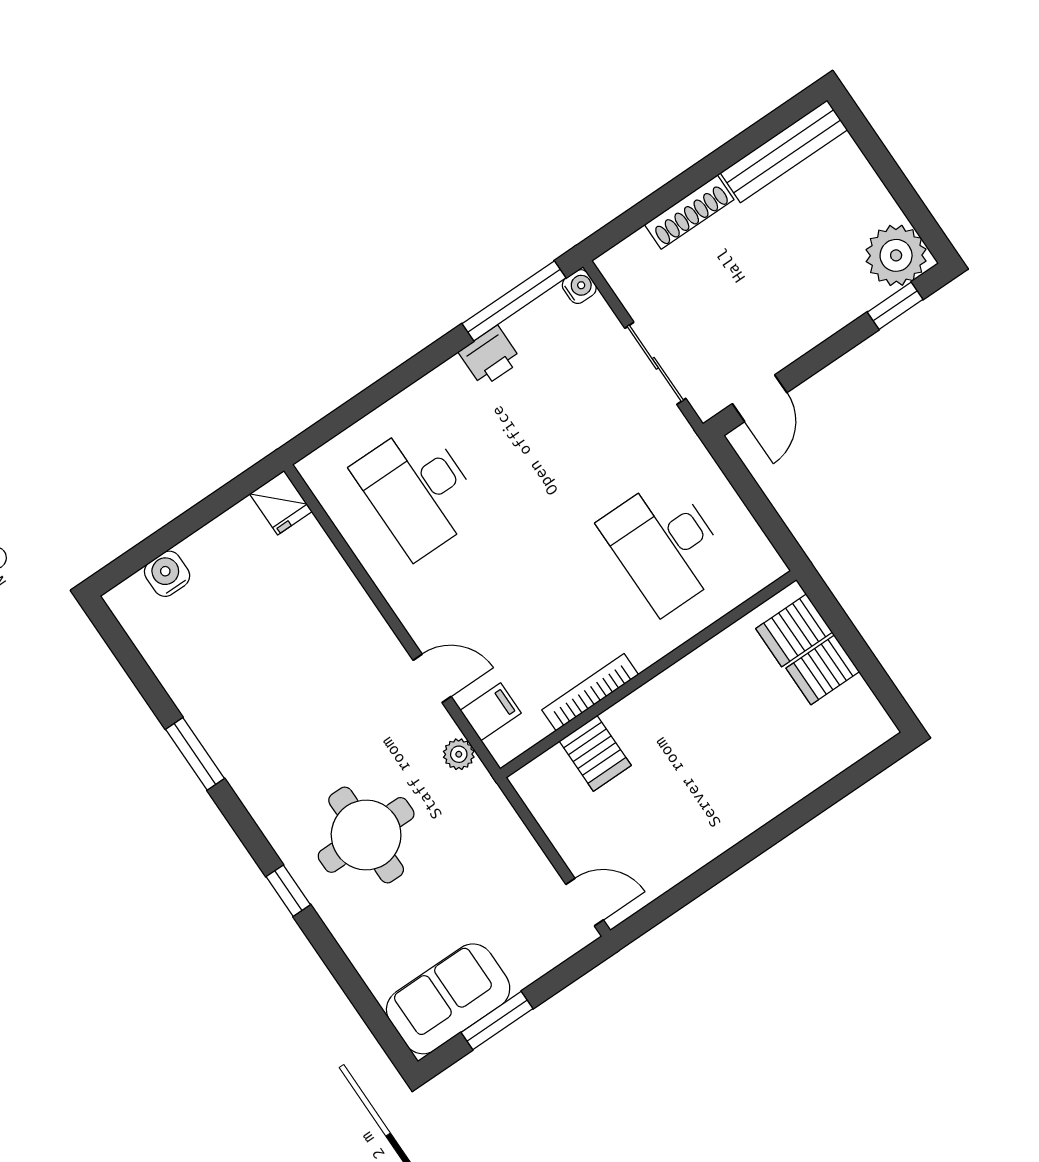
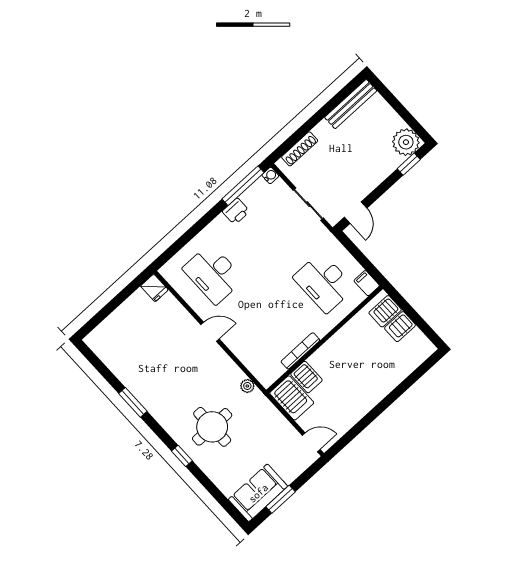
shoe rack: (689, 212) -> (300, 149), moved
water cooler: (167, 574) -> (109, 326), removed
door: (432, 678) -> (210, 332), moved
filing cabinet: (491, 712) -> (367, 283), moved, turned -90
server rack: (555, 796) -> (292, 398), added

